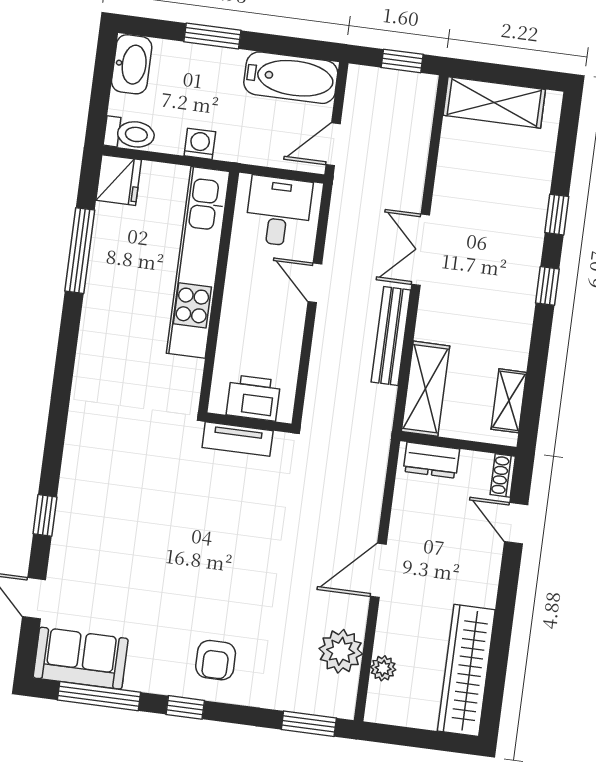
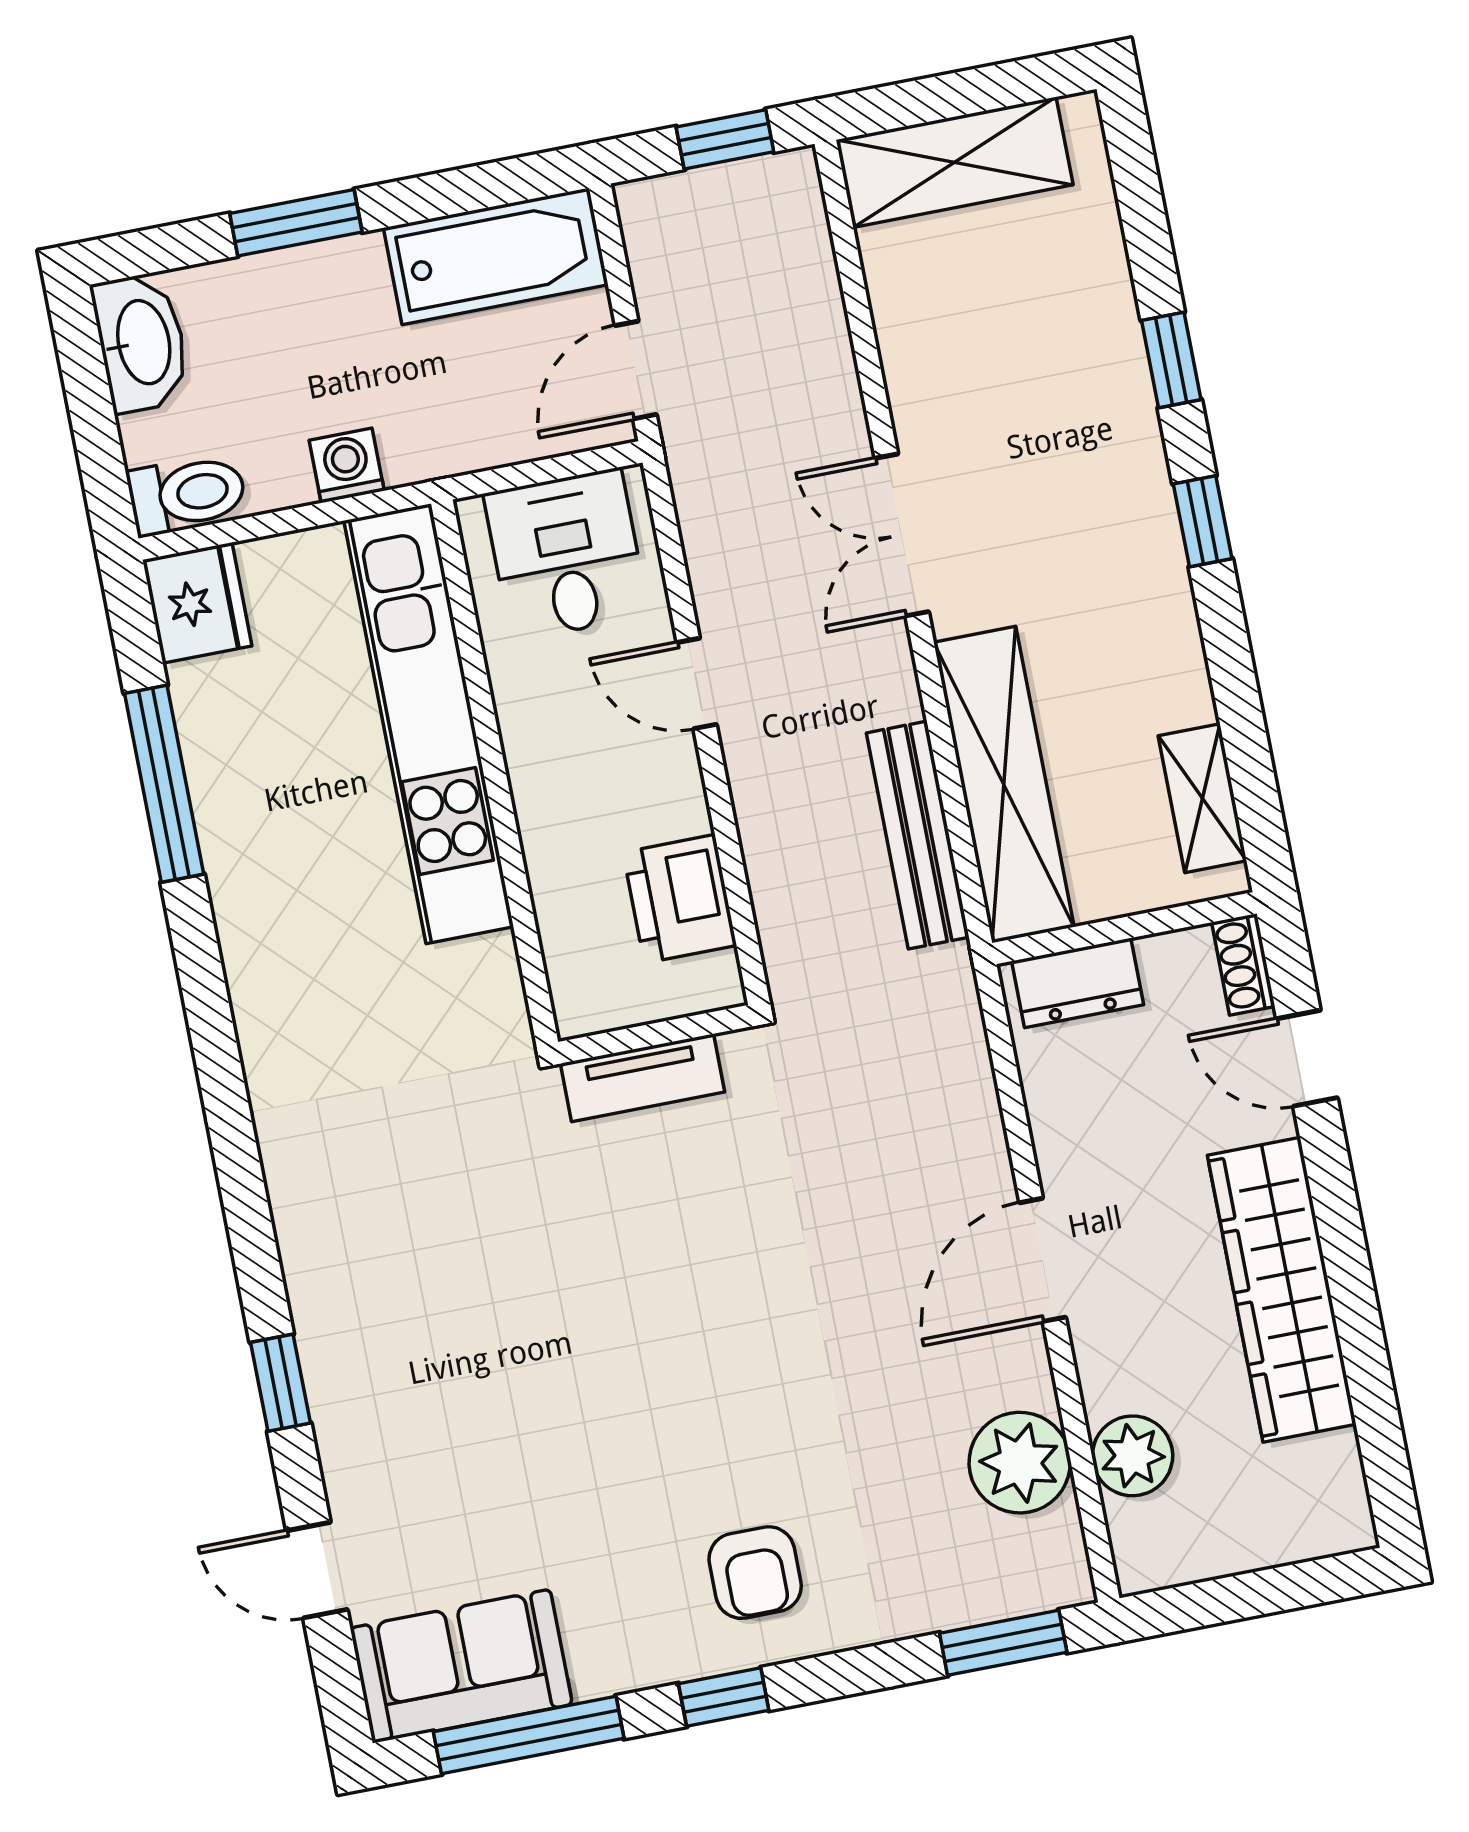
bench: (391, 336) -> (918, 835), moved
shelving: (426, 389) -> (1004, 785), width x1.47
printer: (253, 398) -> (680, 899), moved, turned -90
plant: (383, 668) -> (1133, 1456), width x1.38, depth x1.38
wardrobe: (466, 670) -> (1282, 1290), moved

